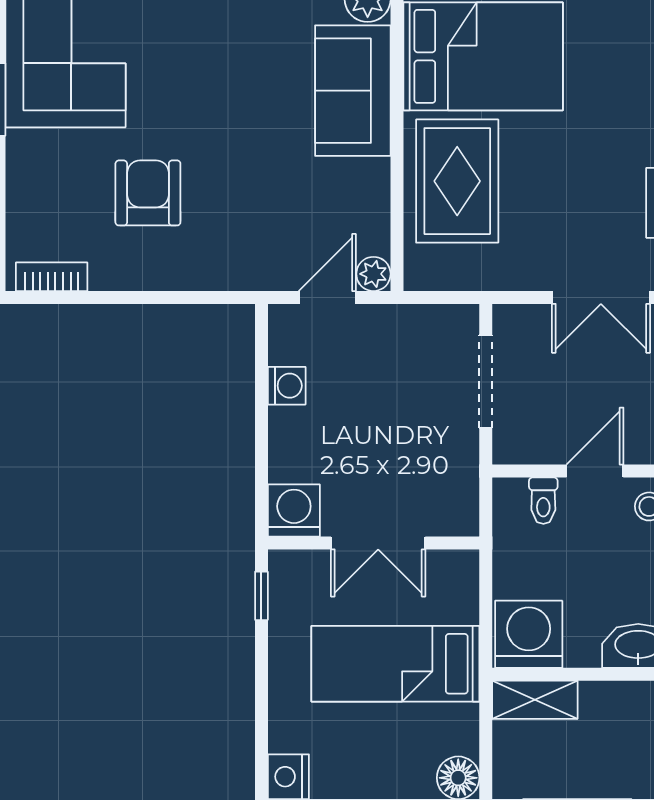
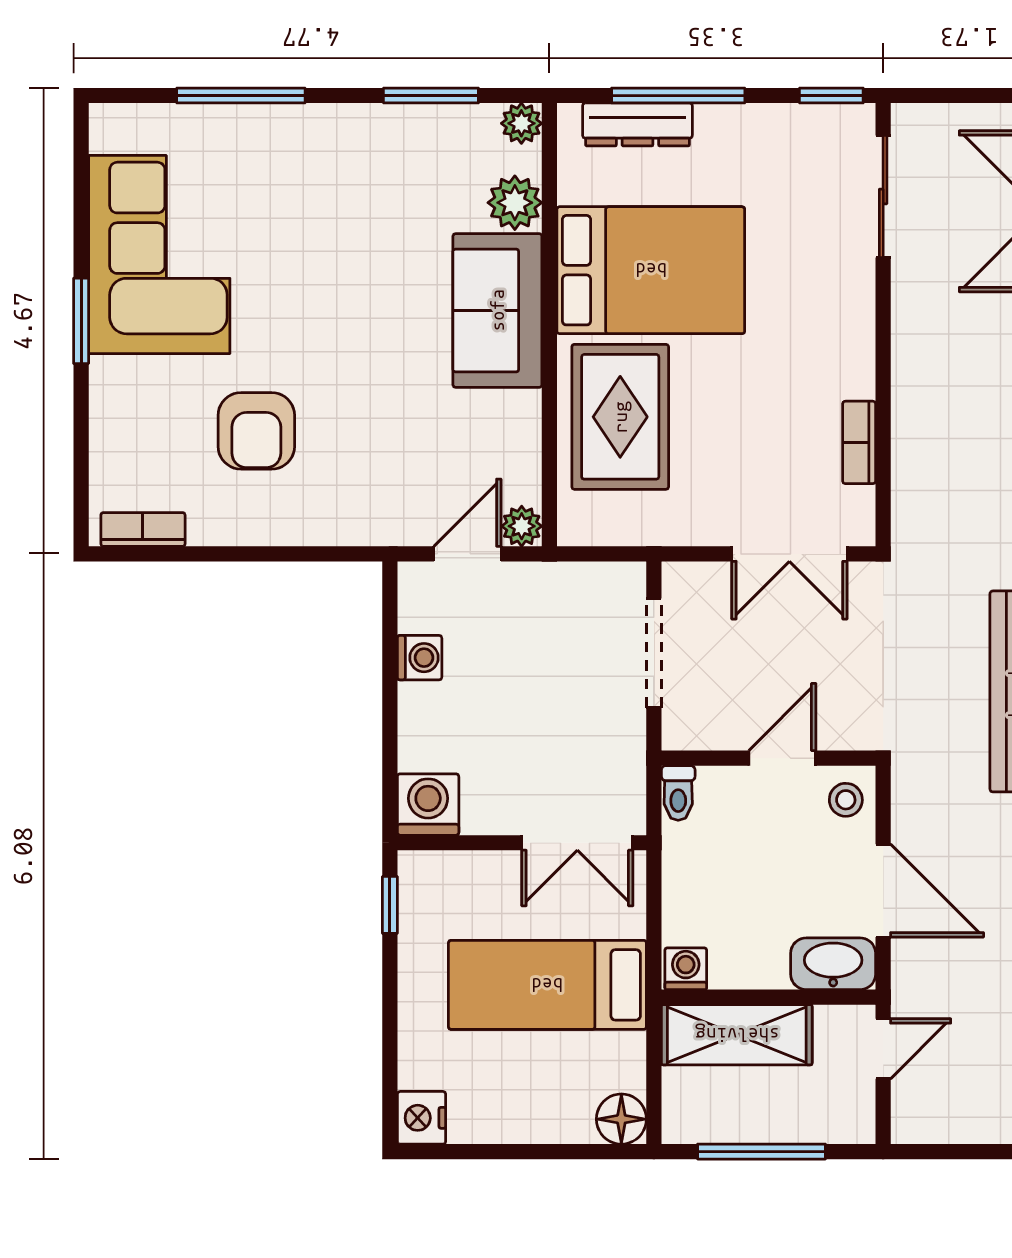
armchair: (148, 193) -> (256, 431), turned 180
toilet: (543, 501) -> (678, 793), moved
double door: (378, 543) -> (577, 843), moved
washing machine: (529, 634) -> (686, 969), width x0.53, depth x0.53
shelving: (535, 700) -> (737, 1035), width x1.50, depth x1.33

